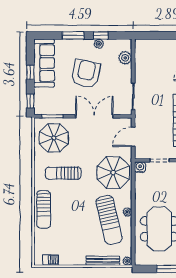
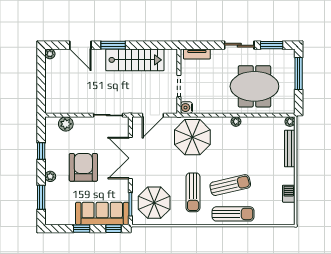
window: (73, 35) -> (41, 197), moved
plant: (99, 44) -> (50, 176), moved
sofa: (44, 63) -> (102, 213), moved
armchair: (86, 74) -> (83, 167), turned 78
door: (133, 137) -> (153, 115), hinge flipped
sun lounger: (109, 220) -> (230, 185), moved, width x0.73, depth x0.75
barbecue: (51, 260) -> (289, 194), moved

